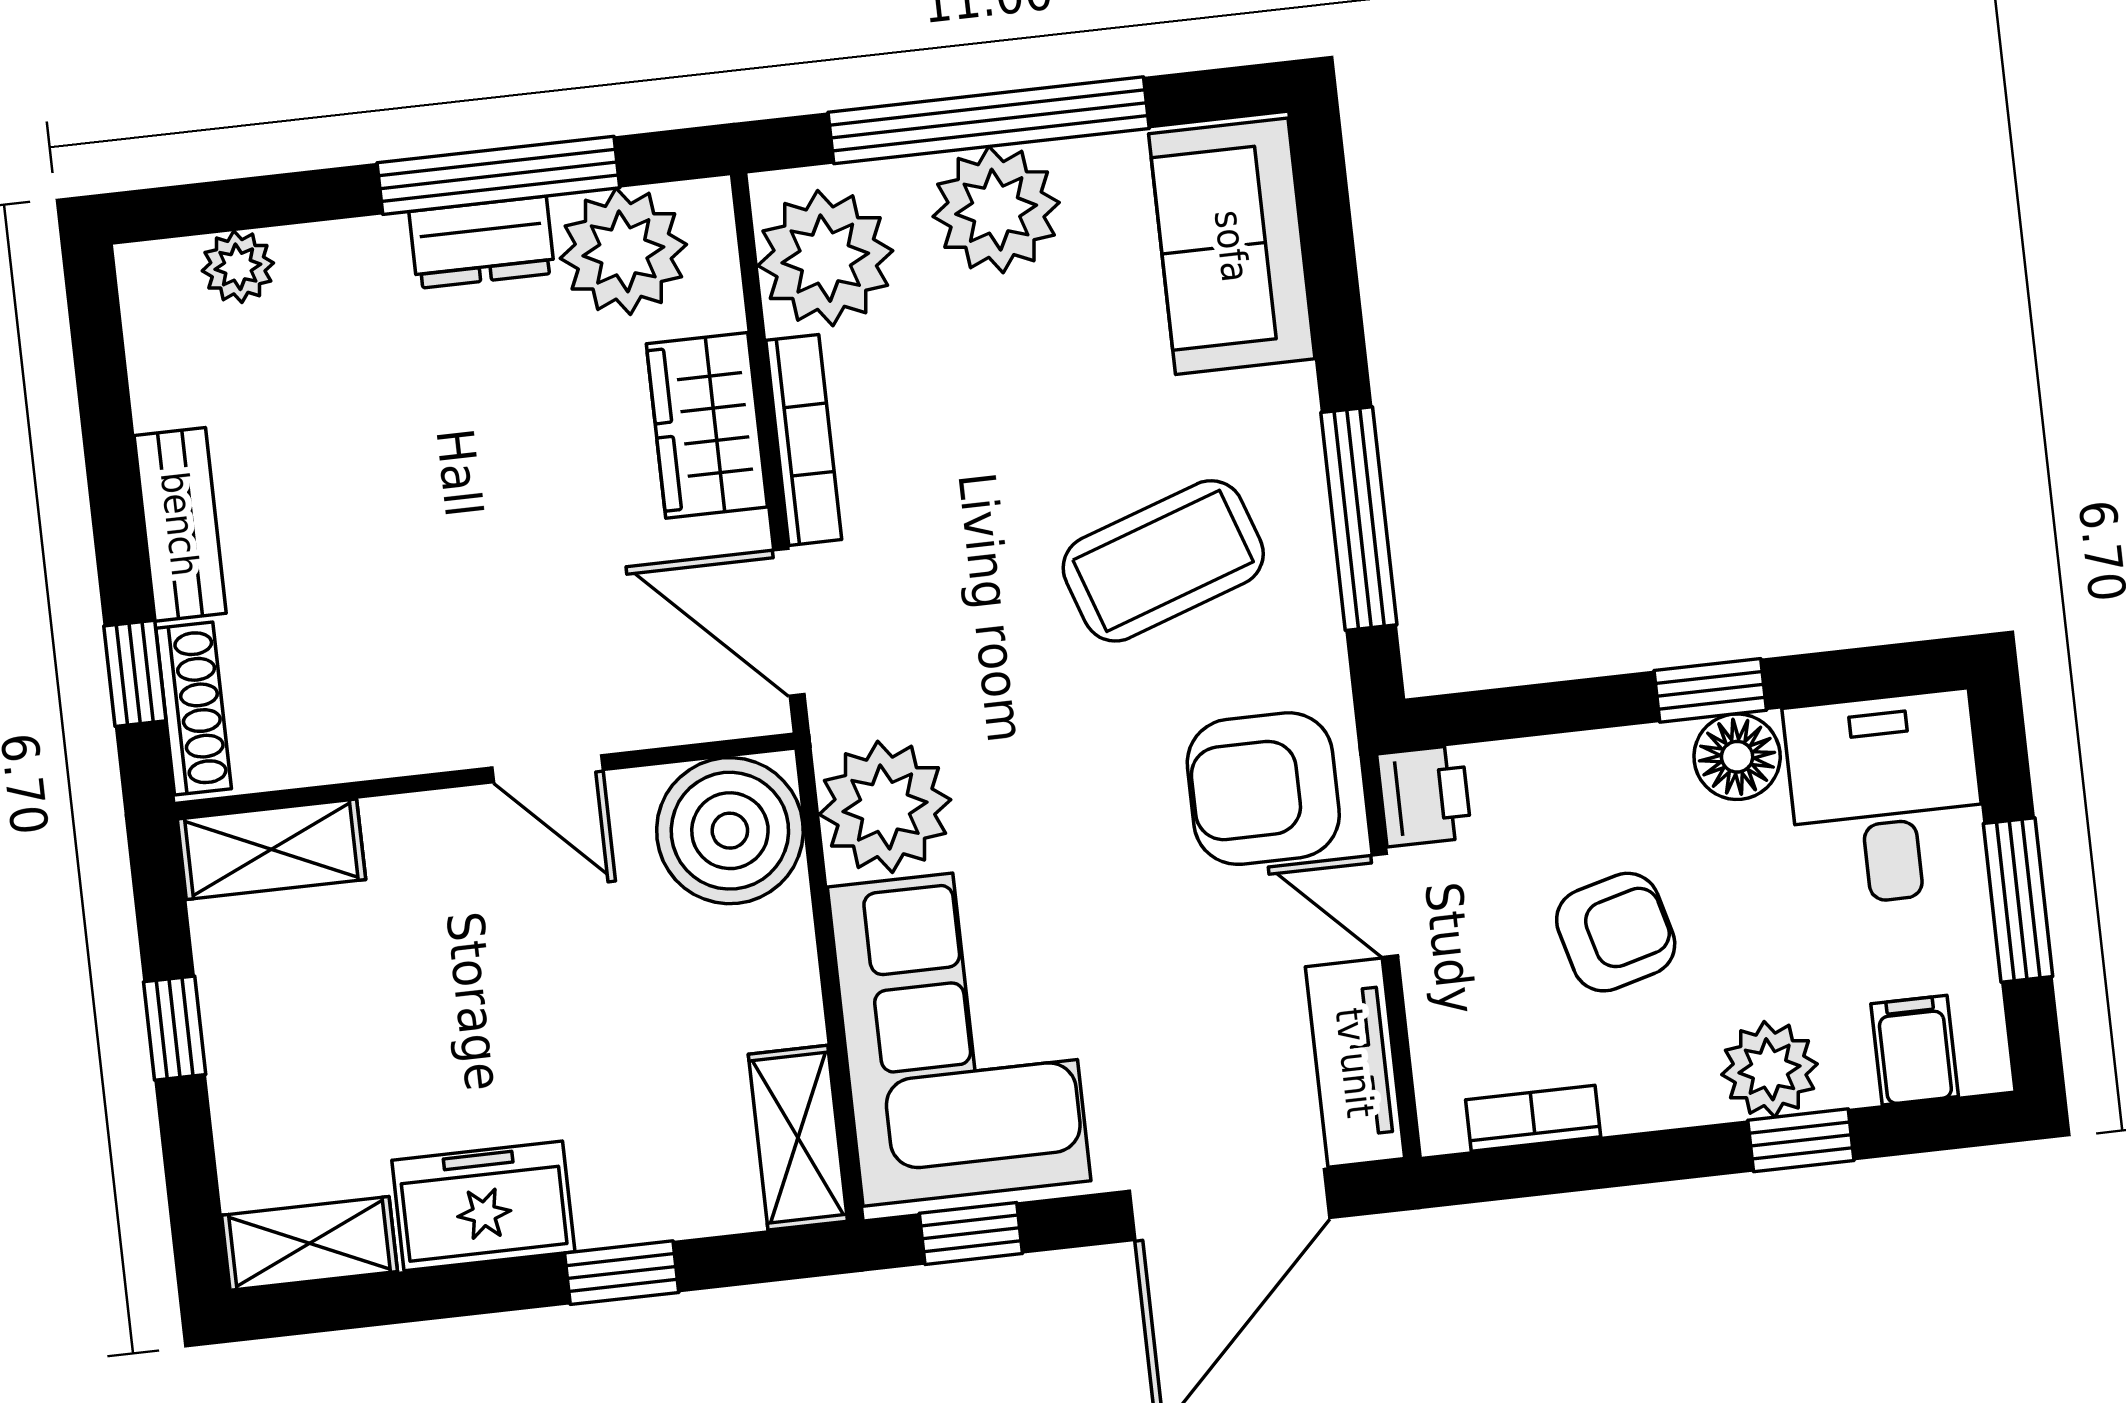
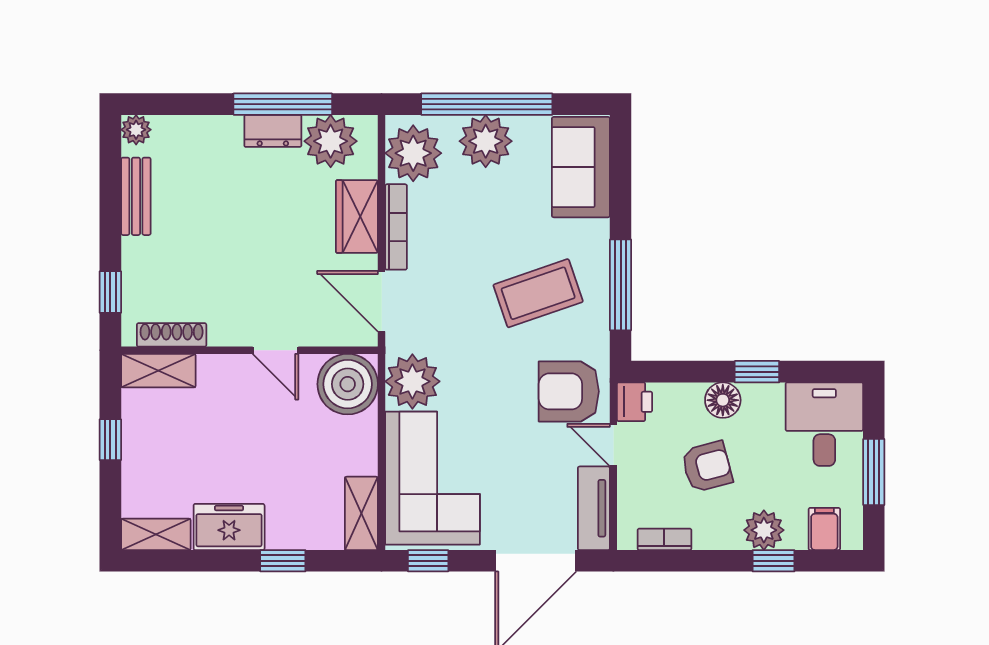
plant: (238, 267) -> (136, 130), moved
bench: (180, 524) -> (136, 196), moved
shoe rack: (194, 709) -> (172, 335), moved, turned -90
floor lamp: (1737, 757) -> (723, 400), moved

